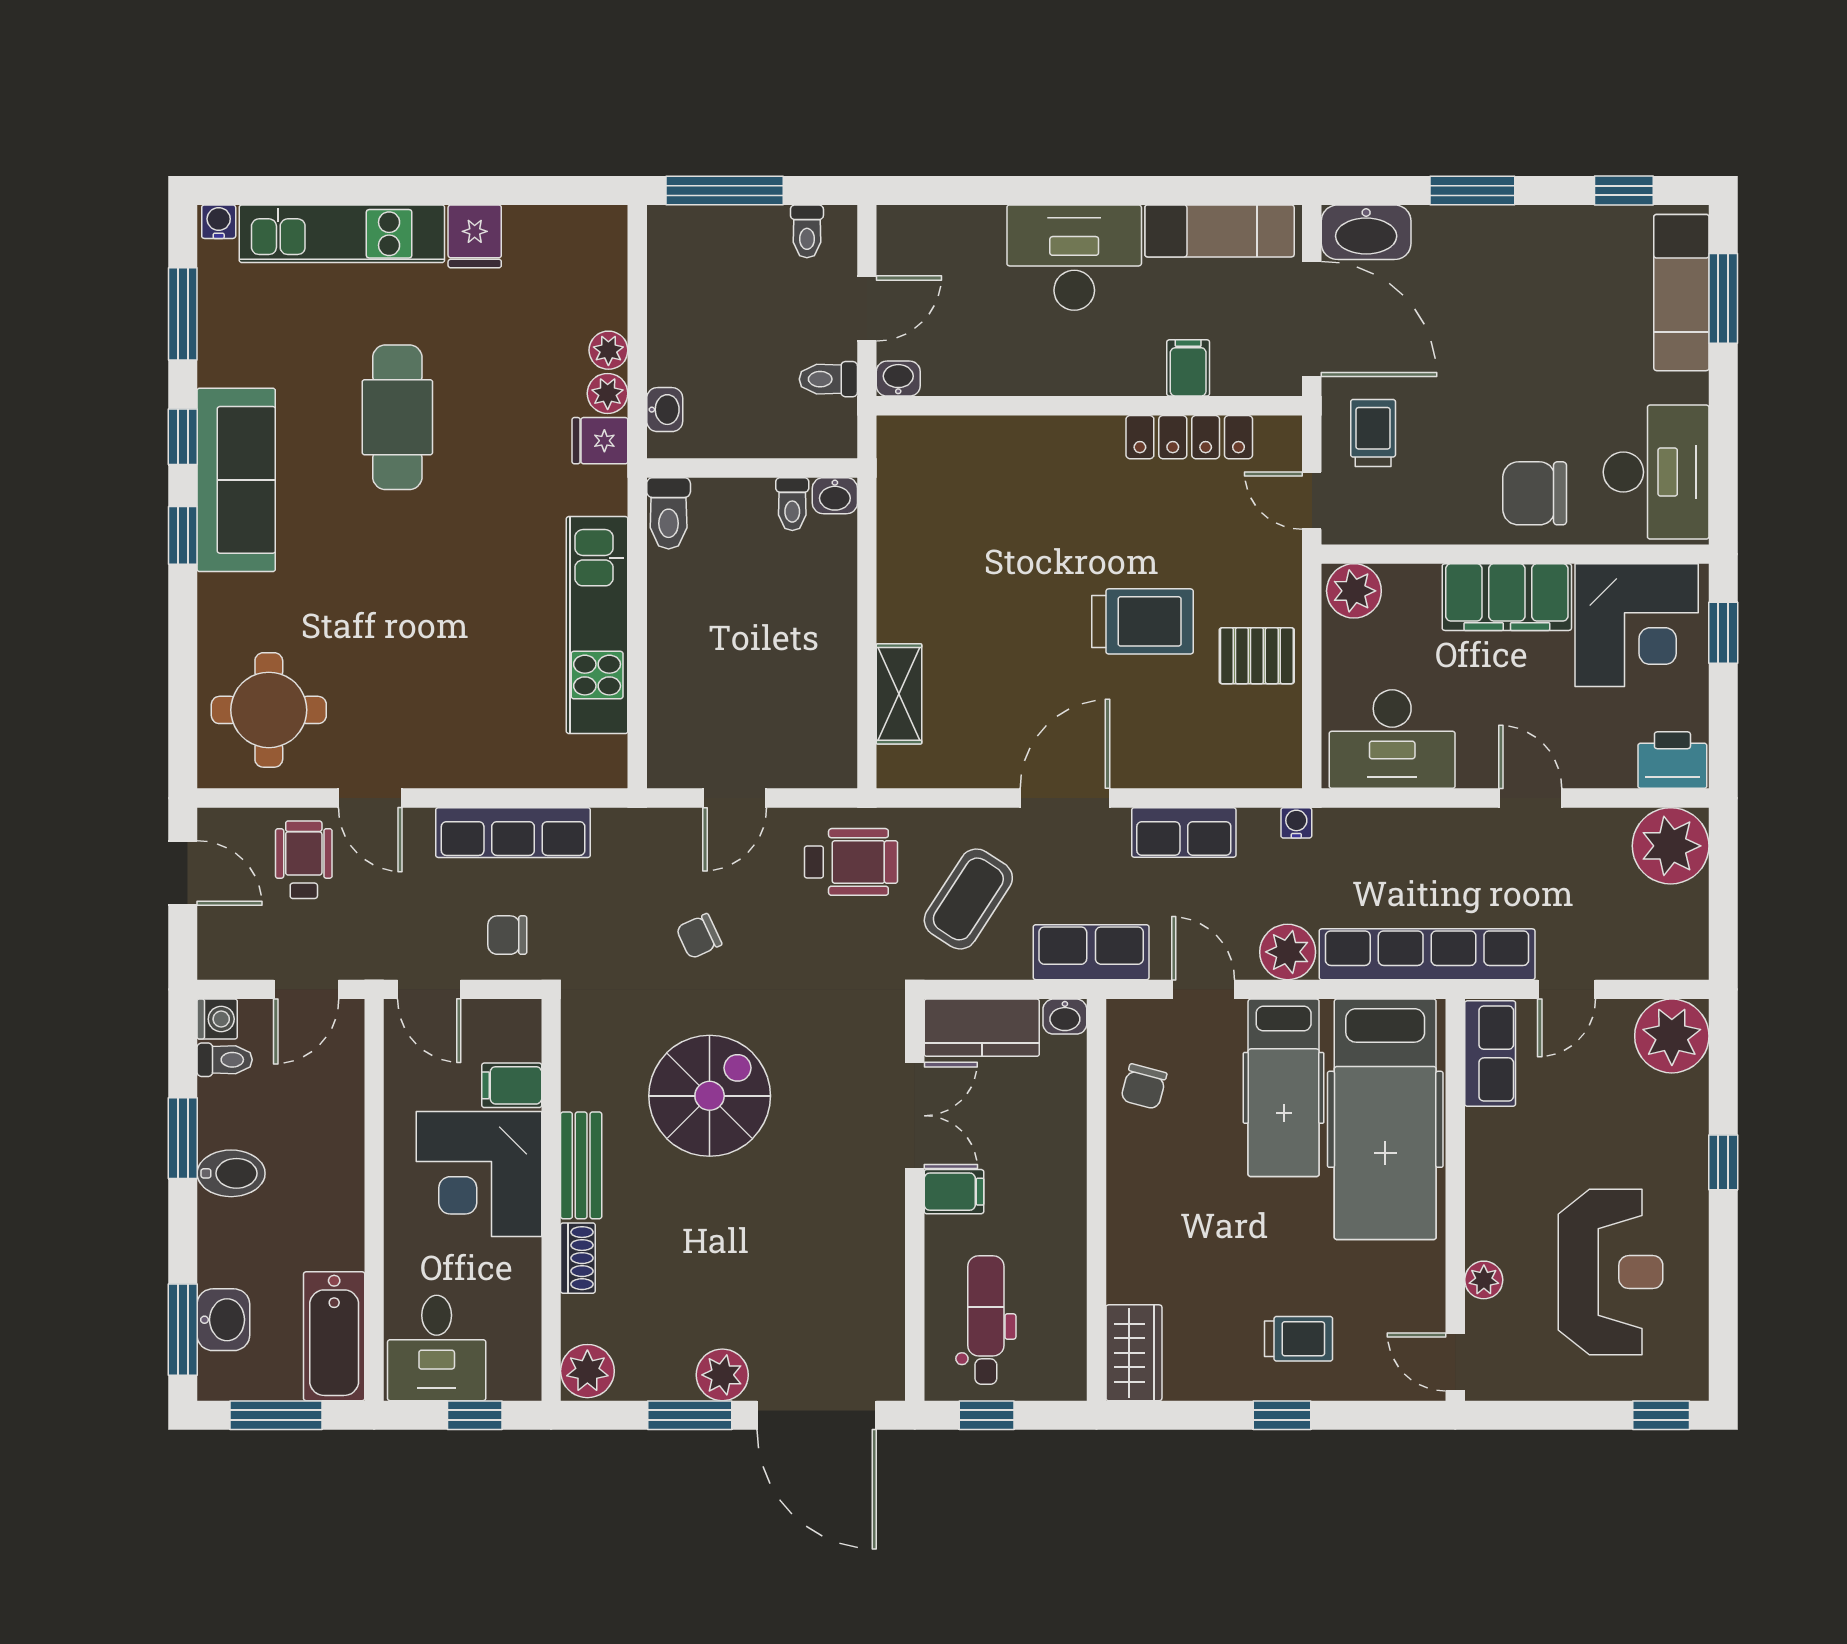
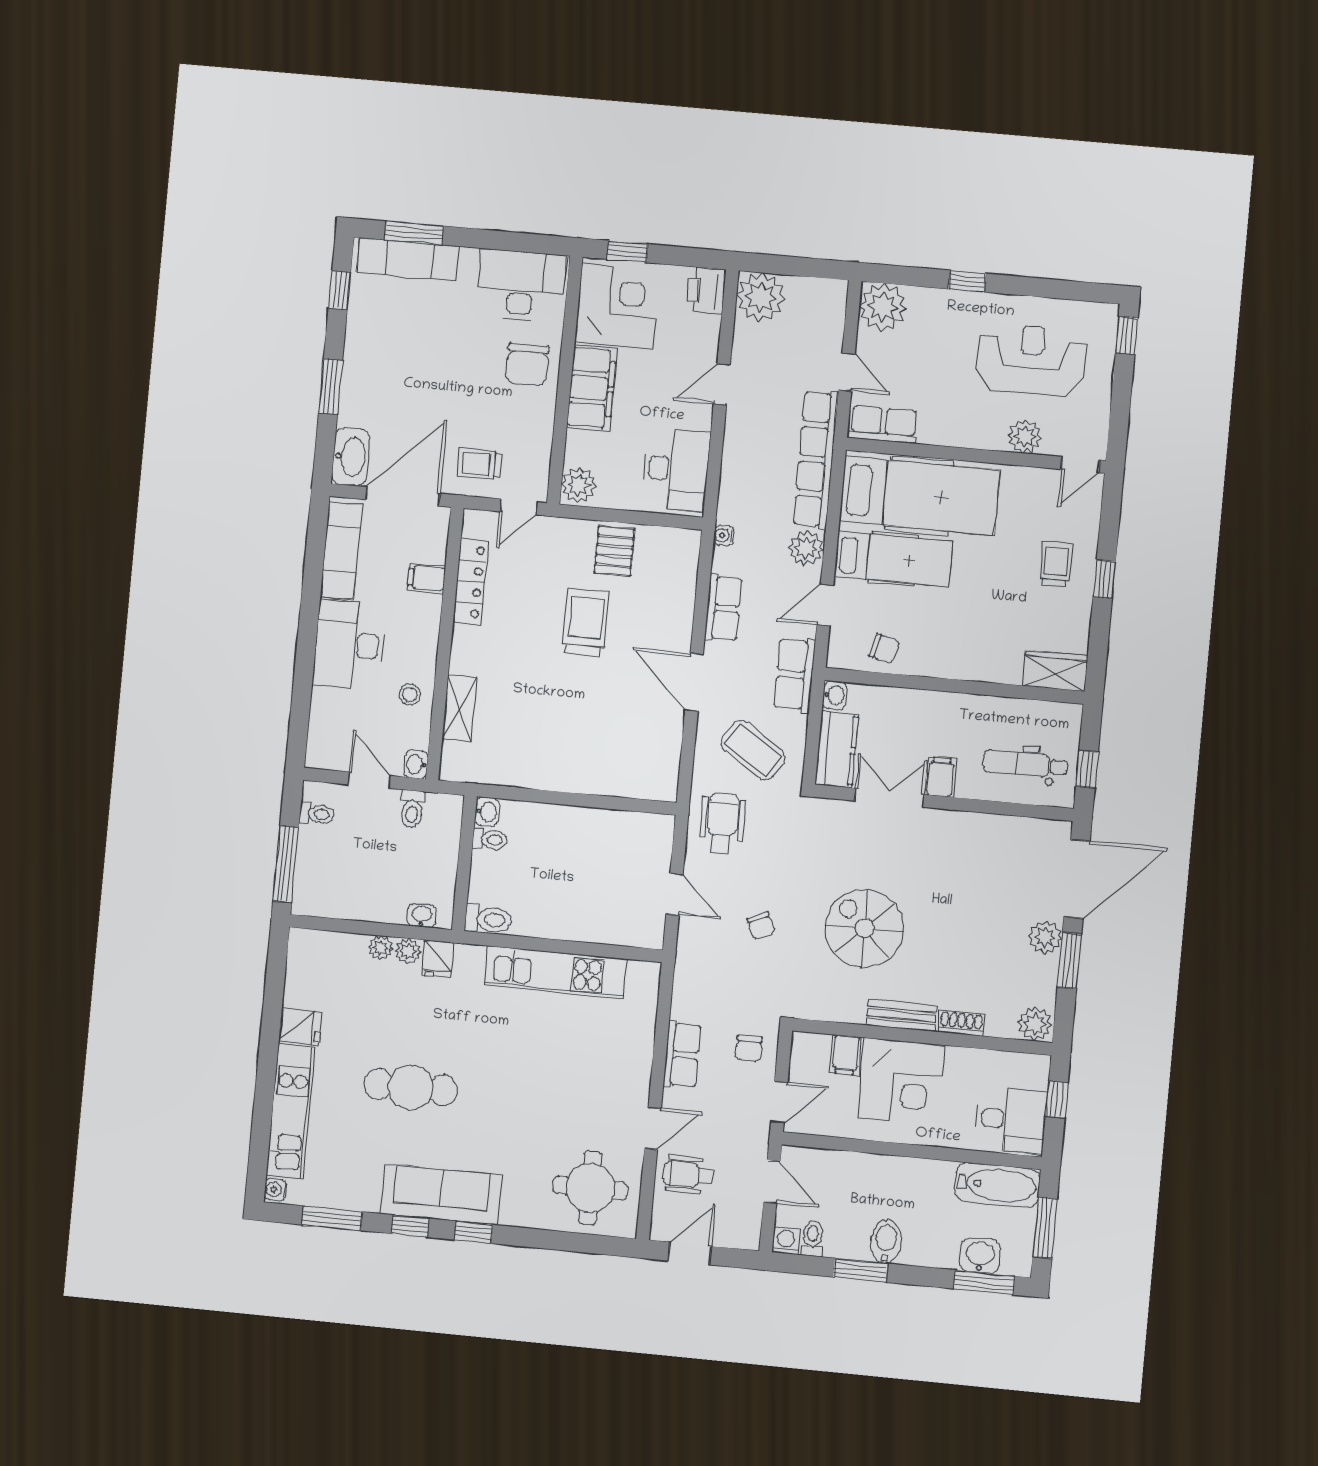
stool: (1006, 359) -> (410, 694), added
shelving: (899, 694) -> (459, 708), moved, turned 90
row of seats: (513, 833) -> (682, 1055), width x0.68
plant: (1484, 1280) -> (1025, 437), width x1.38, depth x1.38

